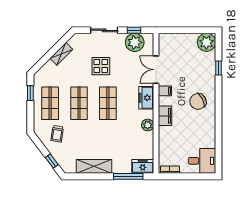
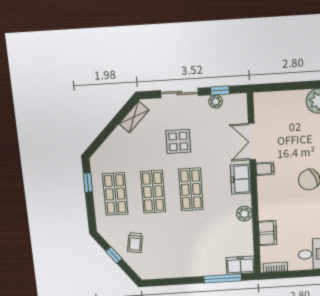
plant: (135, 42) -> (216, 101), width x0.53, depth x0.53
shelving: (61, 54) -> (134, 117), moved
filing cabinet: (165, 116) -> (268, 233), moved
trolley: (57, 134) -> (135, 243), moved
window: (52, 161) -> (114, 255), moved
shelving: (94, 166) -> (178, 269), removed

